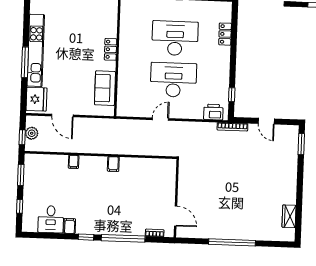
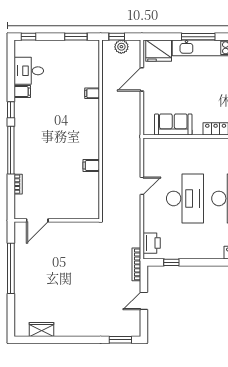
door: (160, 119) -> (142, 186), hinge flipped
filing cabinet: (113, 164) -> (91, 165), moved
wall: (176, 198) -> (57, 220), moved
window: (20, 206) -> (28, 37), moved
door: (176, 216) -> (37, 220), moved

